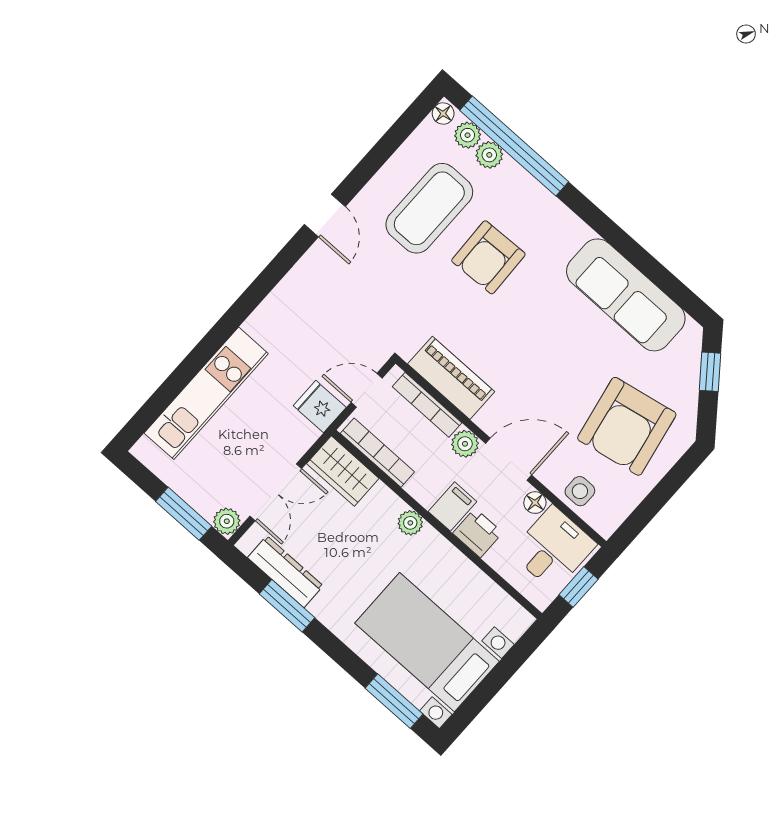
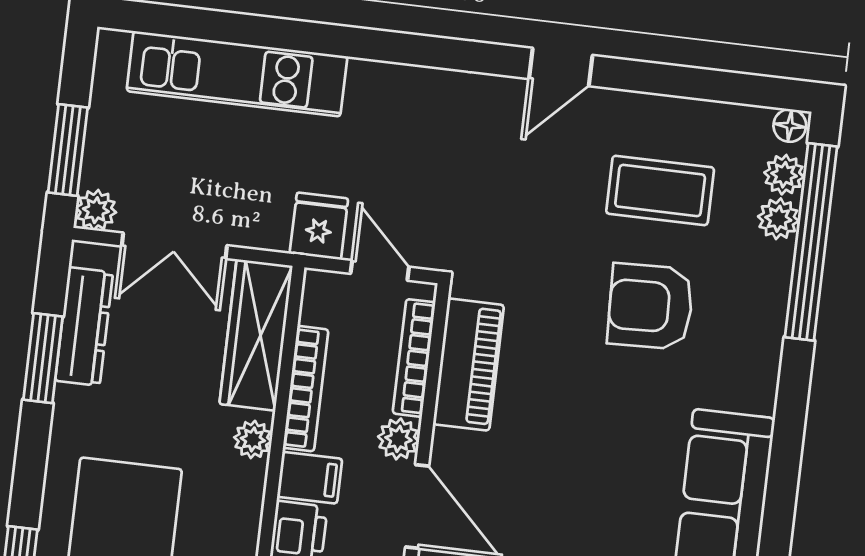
coffee table: (429, 208) -> (660, 191), width x0.73, depth x0.76
bookcase: (377, 453) -> (306, 389), moved
wardrobe: (343, 471) -> (256, 335), width x1.50

